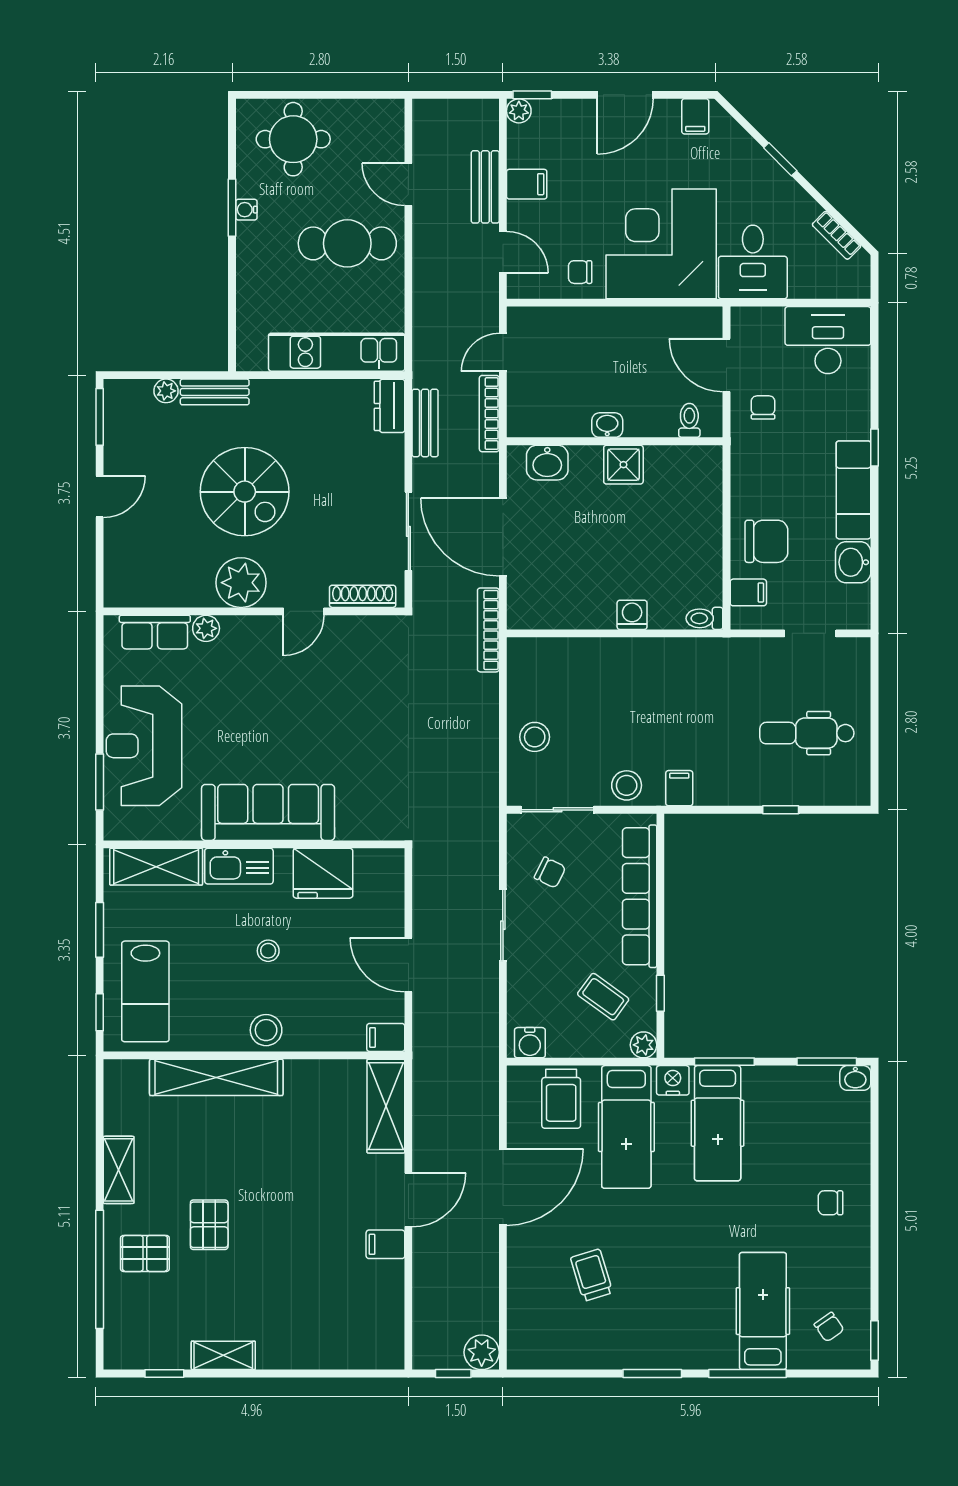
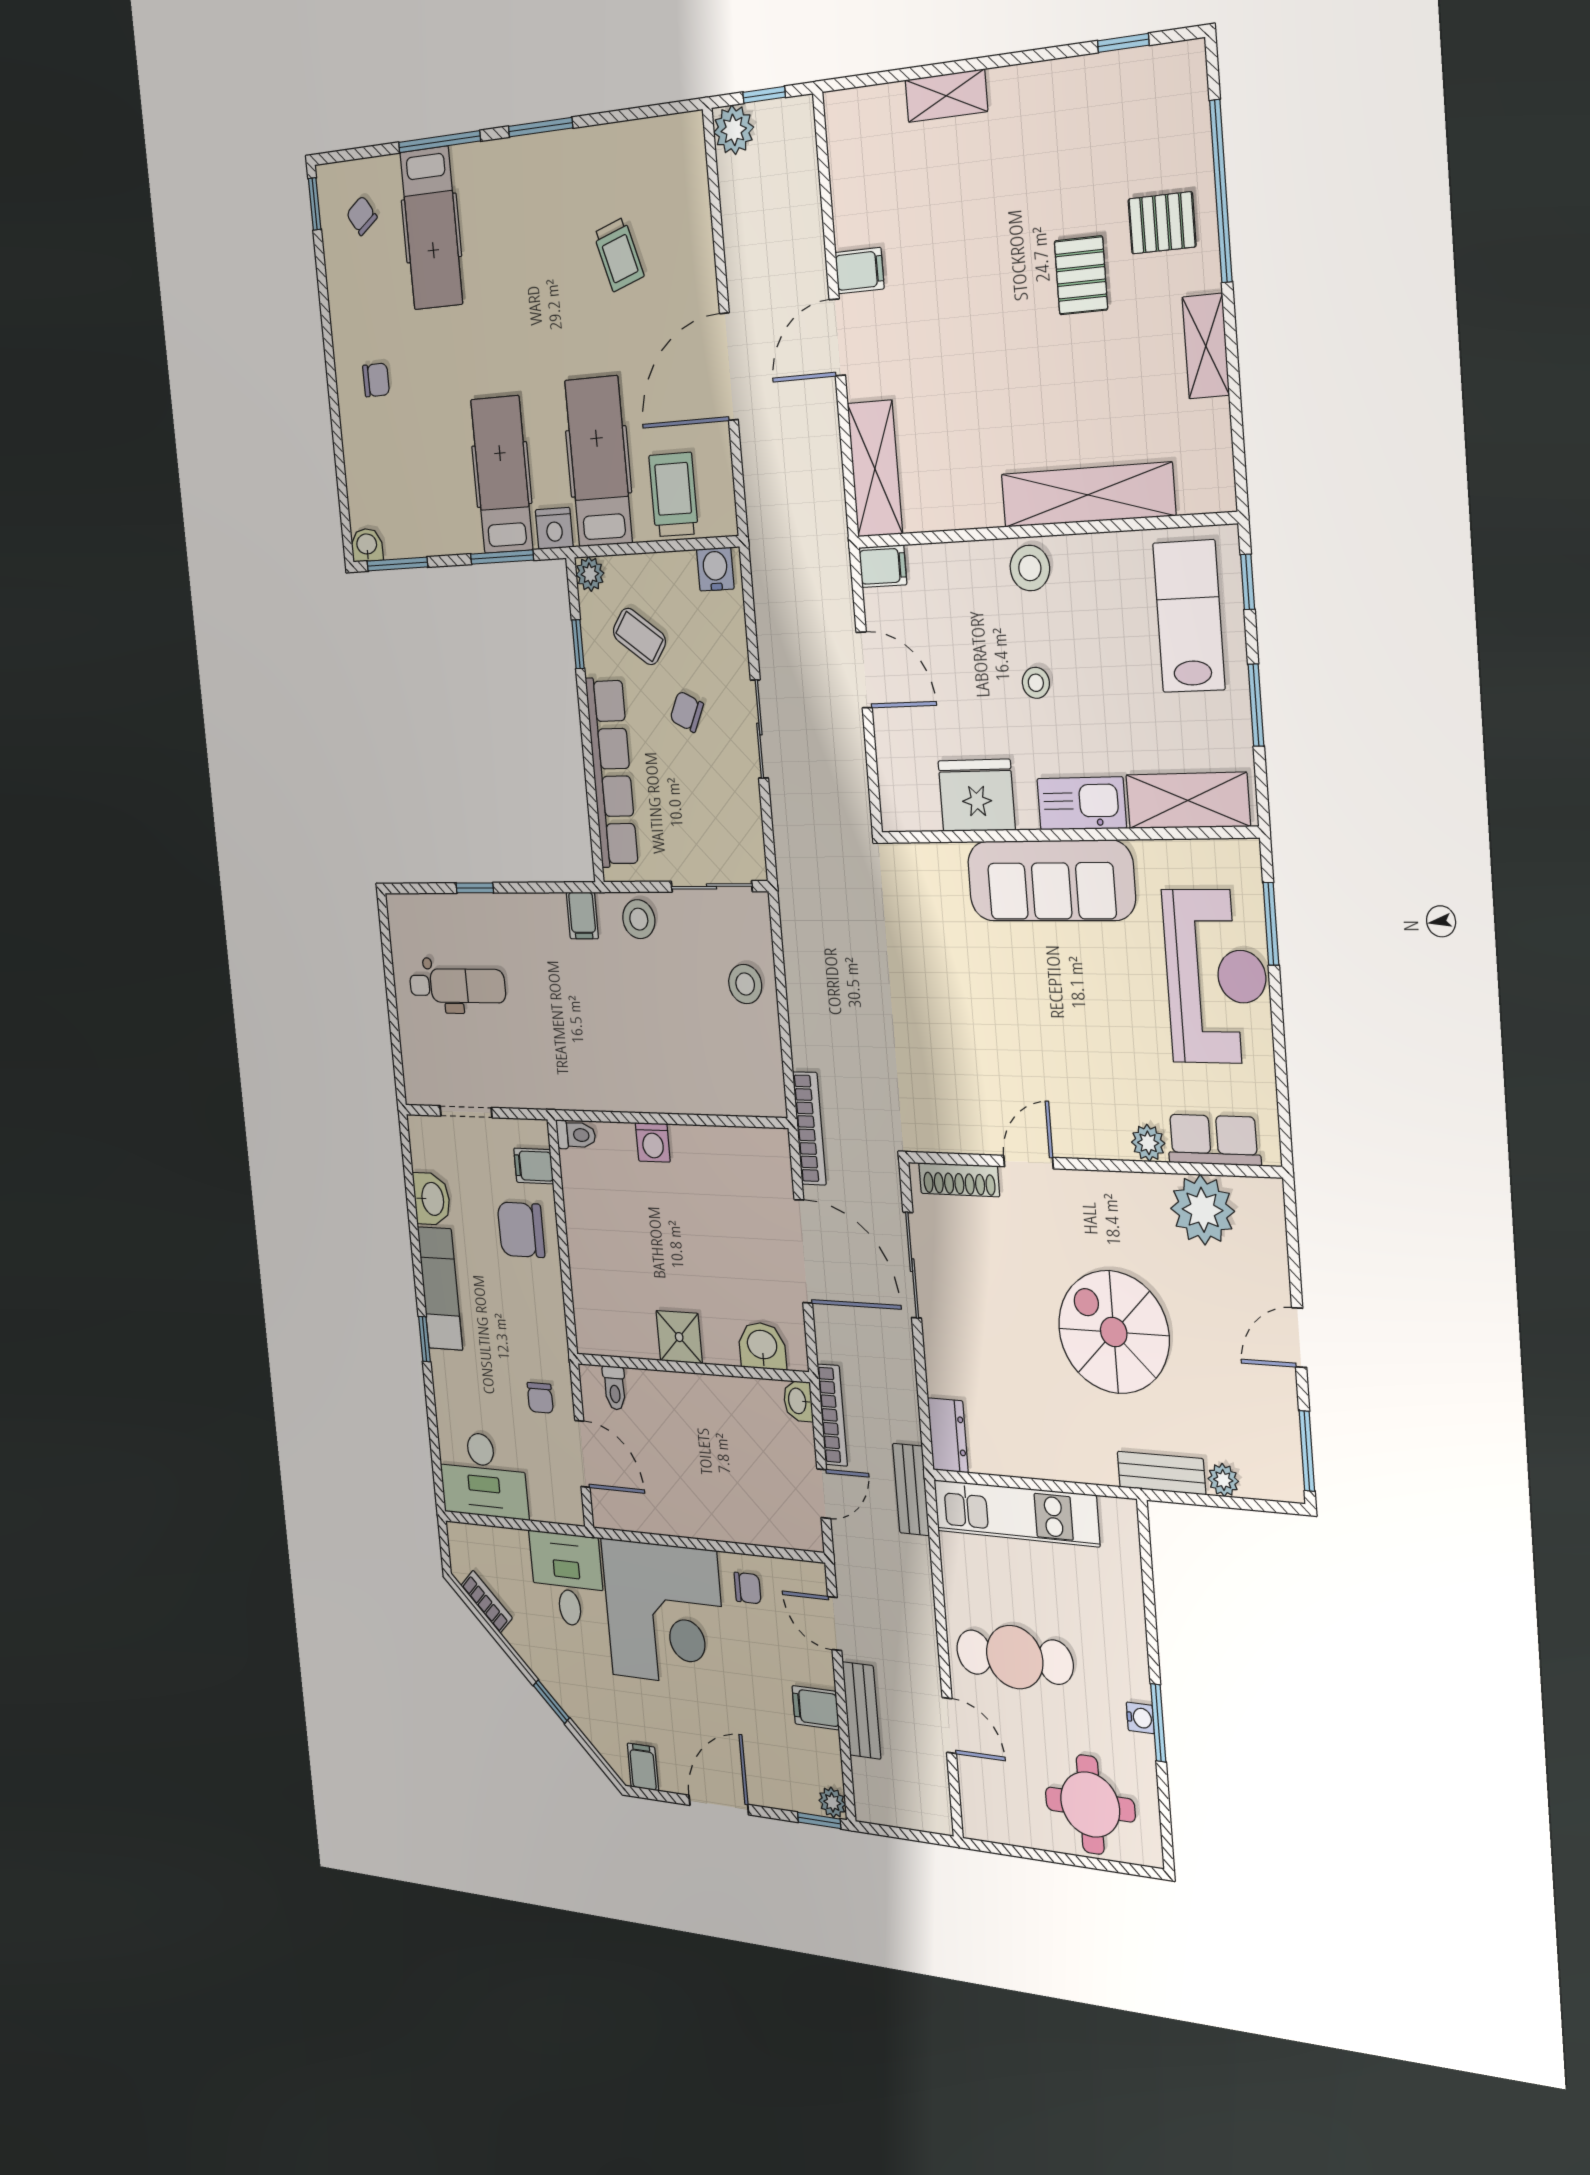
bench: (425, 423) -> (911, 1489), moved
washbasin: (607, 425) -> (798, 1401), moved, turned 90
plant: (241, 583) -> (1203, 1210), moved
chair: (550, 872) -> (687, 712), moved
shelving: (223, 1355) -> (946, 96), moved

